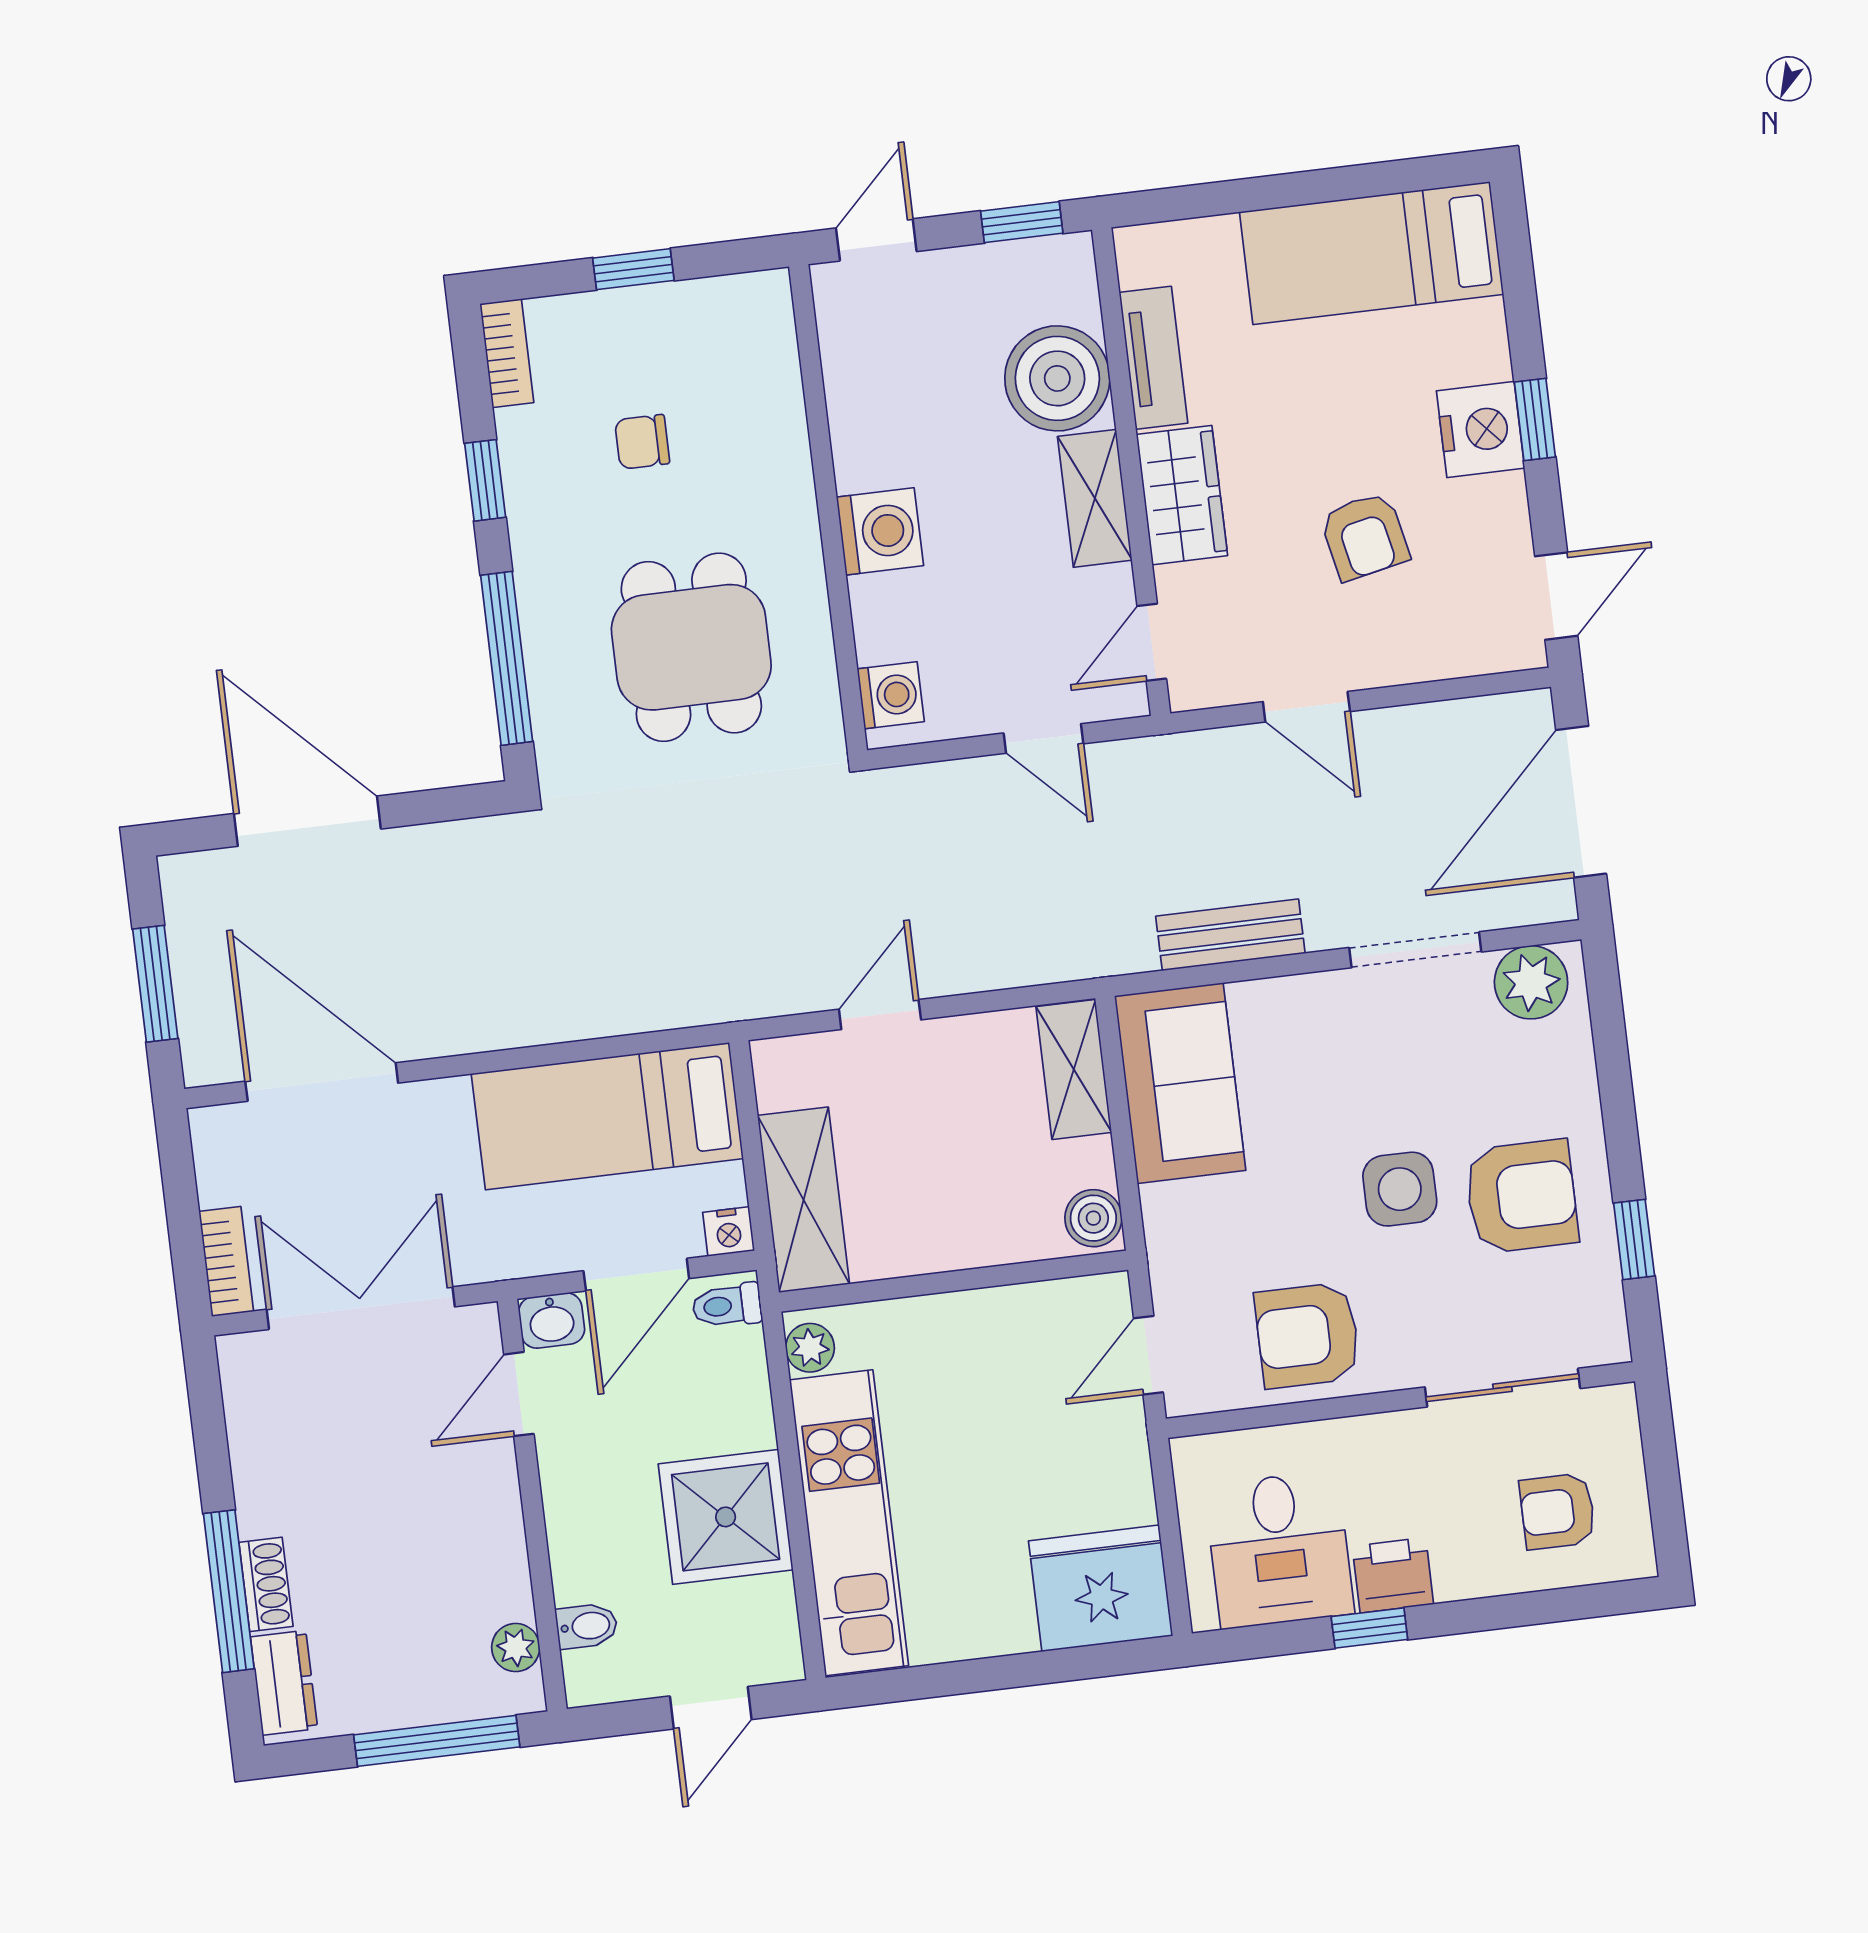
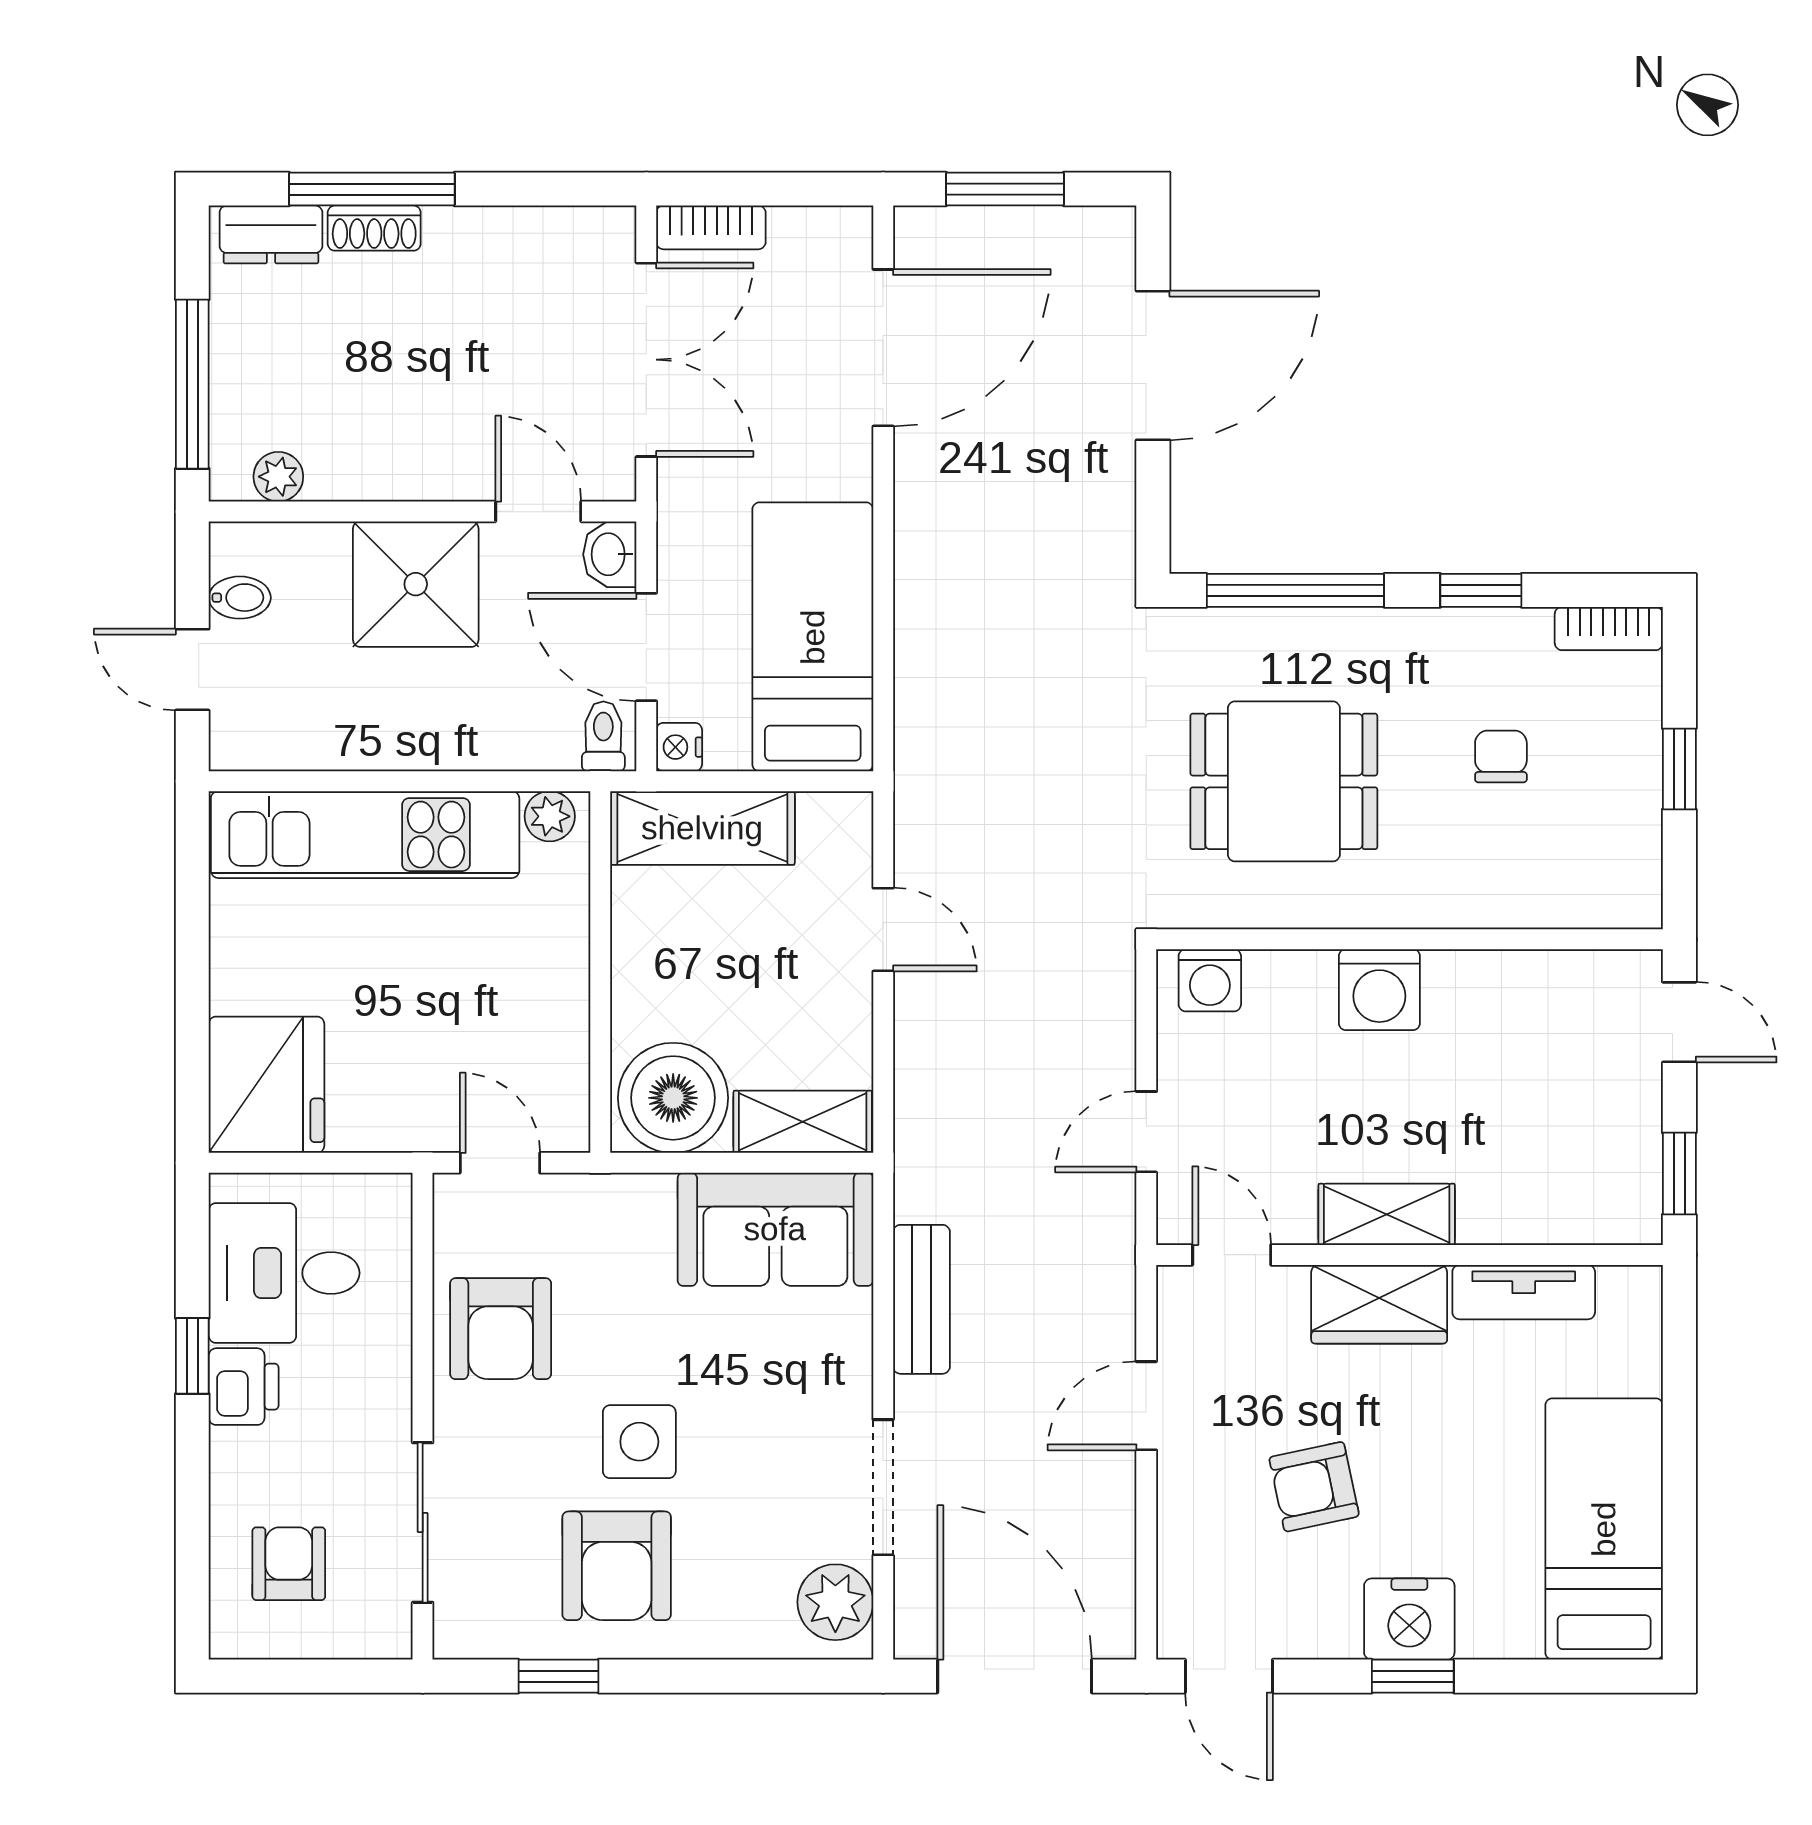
boiler: (1057, 378) -> (1514, 1191), removed
boiler: (1093, 1218) -> (673, 1098), width x1.86, depth x1.86
armchair: (1307, 1335) -> (501, 1329), turned 180
shower: (726, 1517) -> (416, 584), moved
bidet: (587, 1626) -> (240, 598), moved, turned -90

